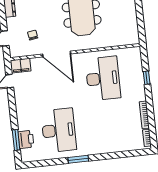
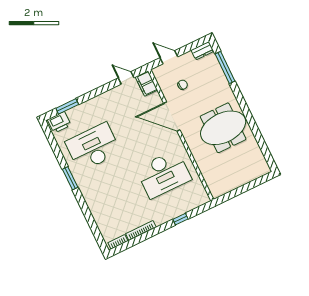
door: (57, 54) -> (172, 117), hinge flipped
desk: (59, 130) -> (93, 147), turned 180
printer: (26, 139) -> (59, 122), moved

